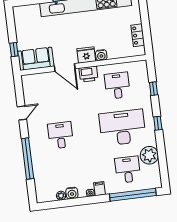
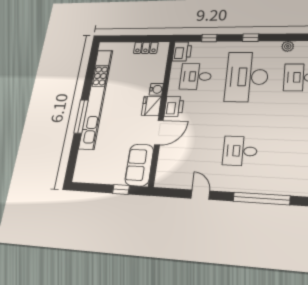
printer: (138, 68) -> (182, 51), added
plant: (149, 155) -> (288, 46), width x0.53, depth x0.53

